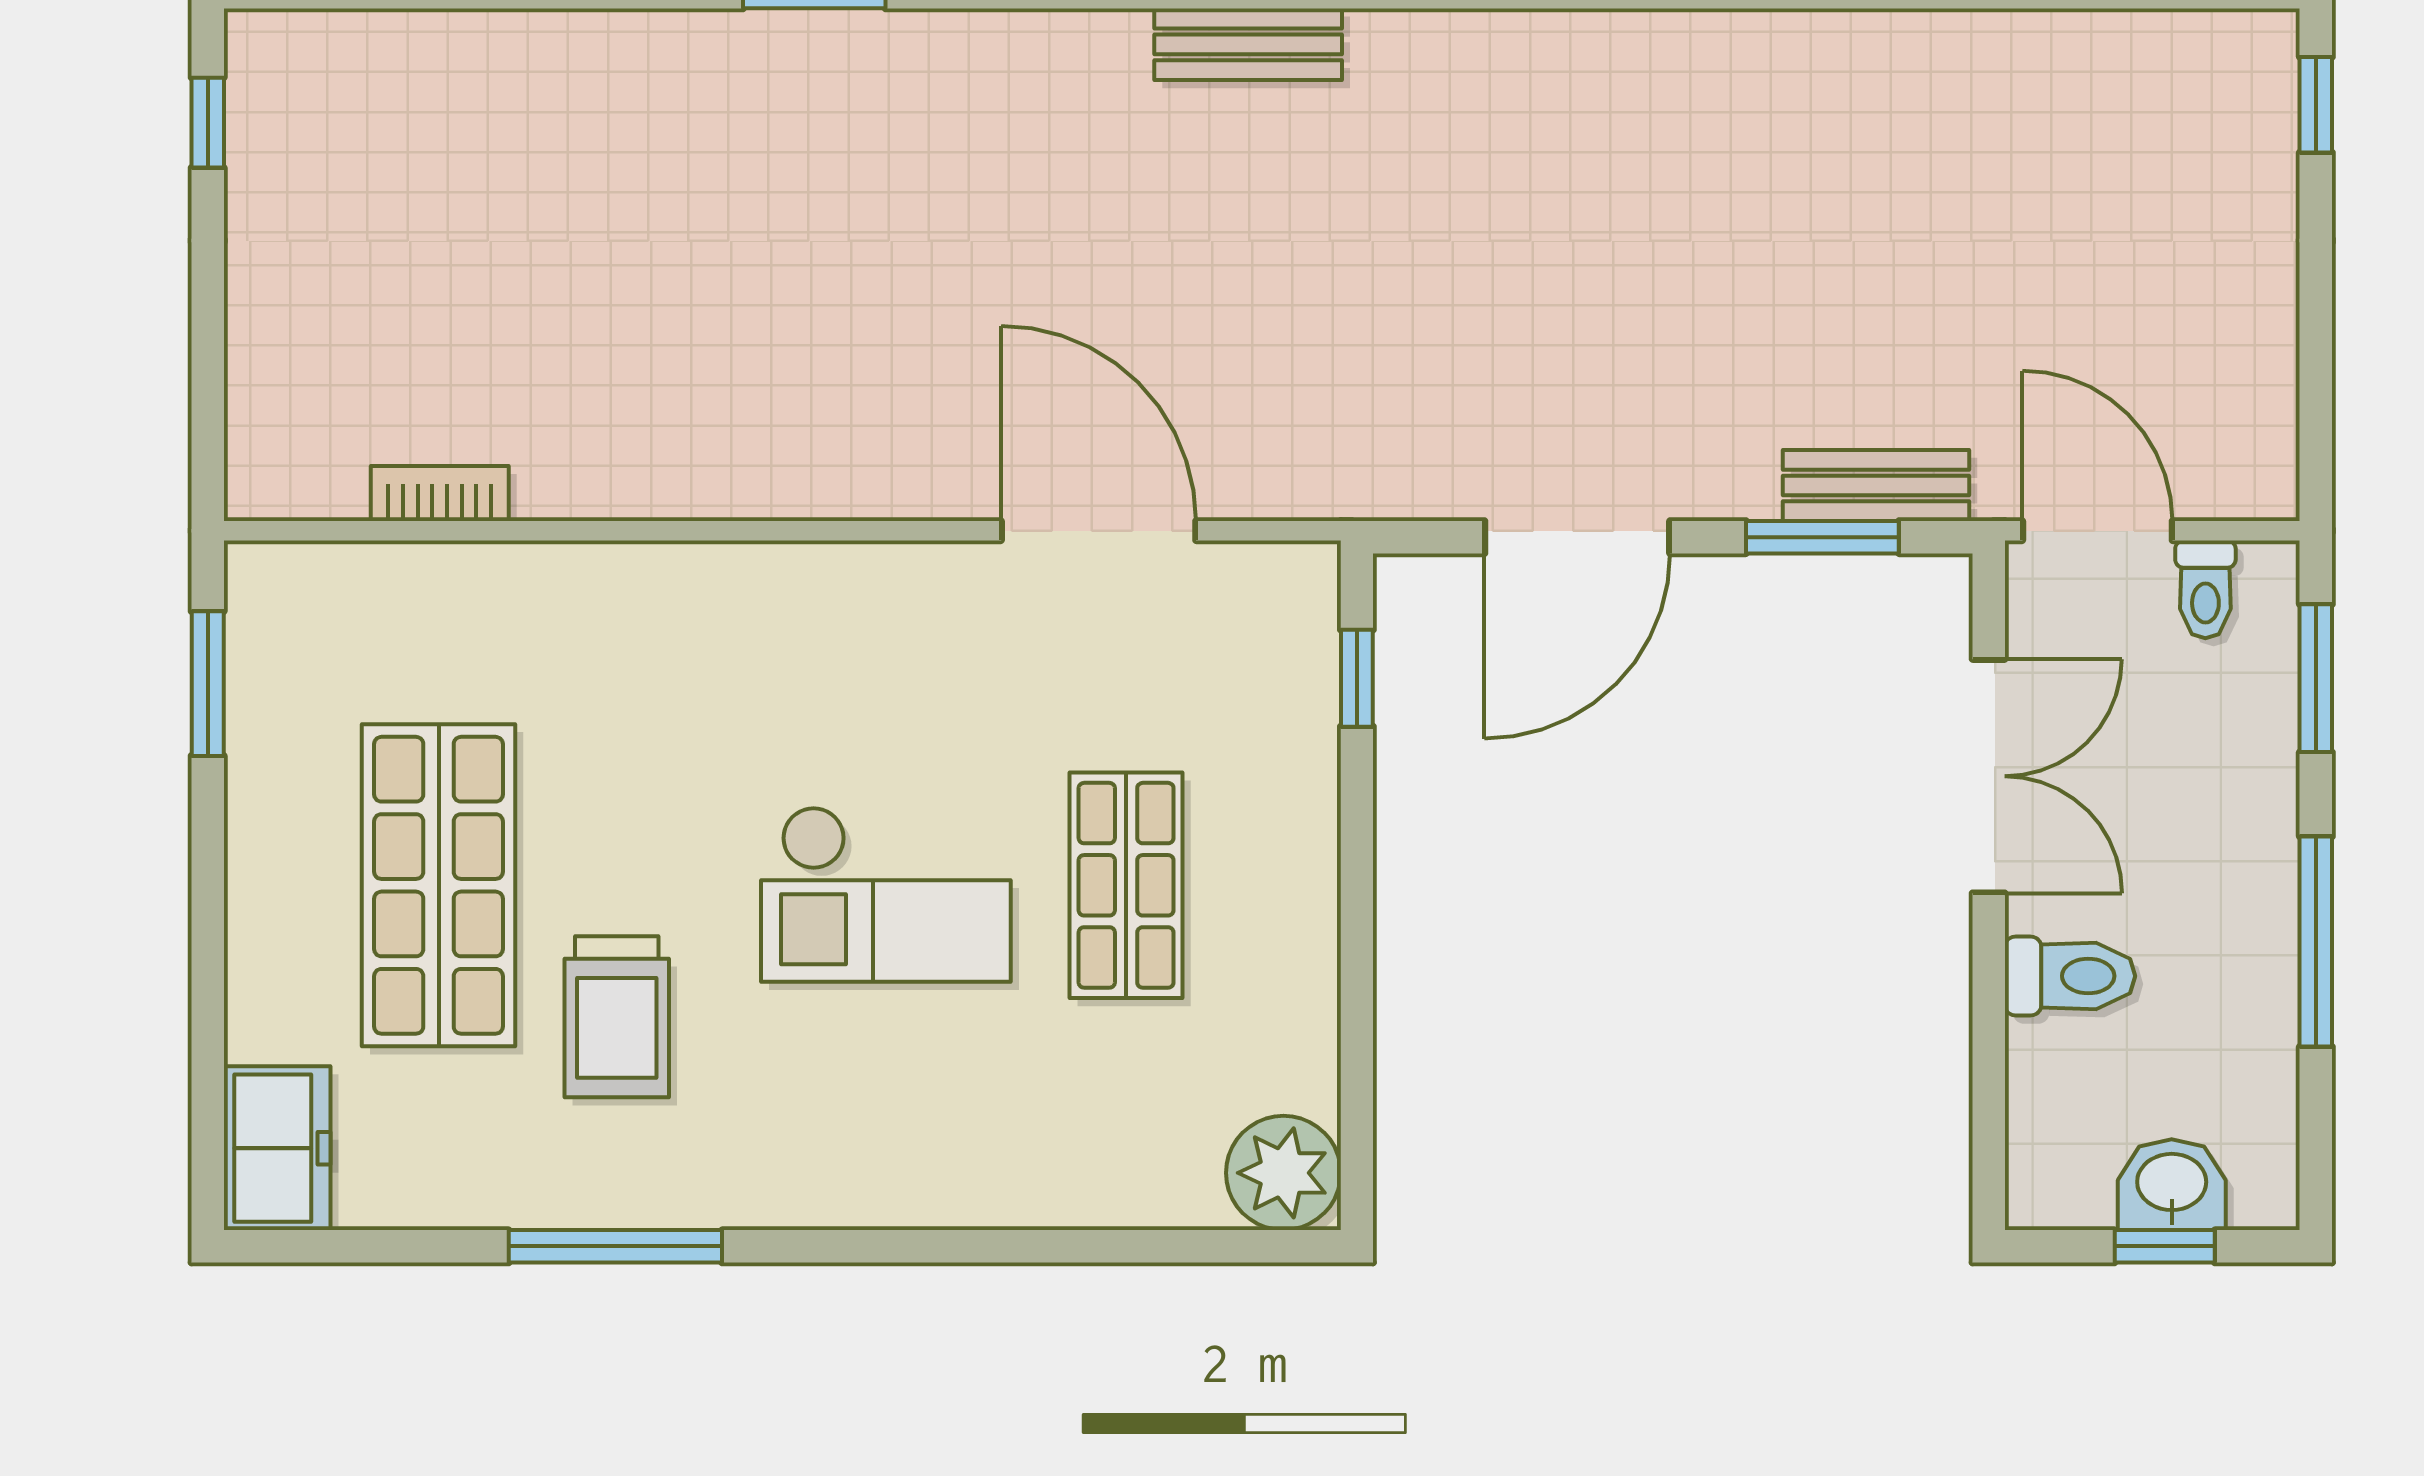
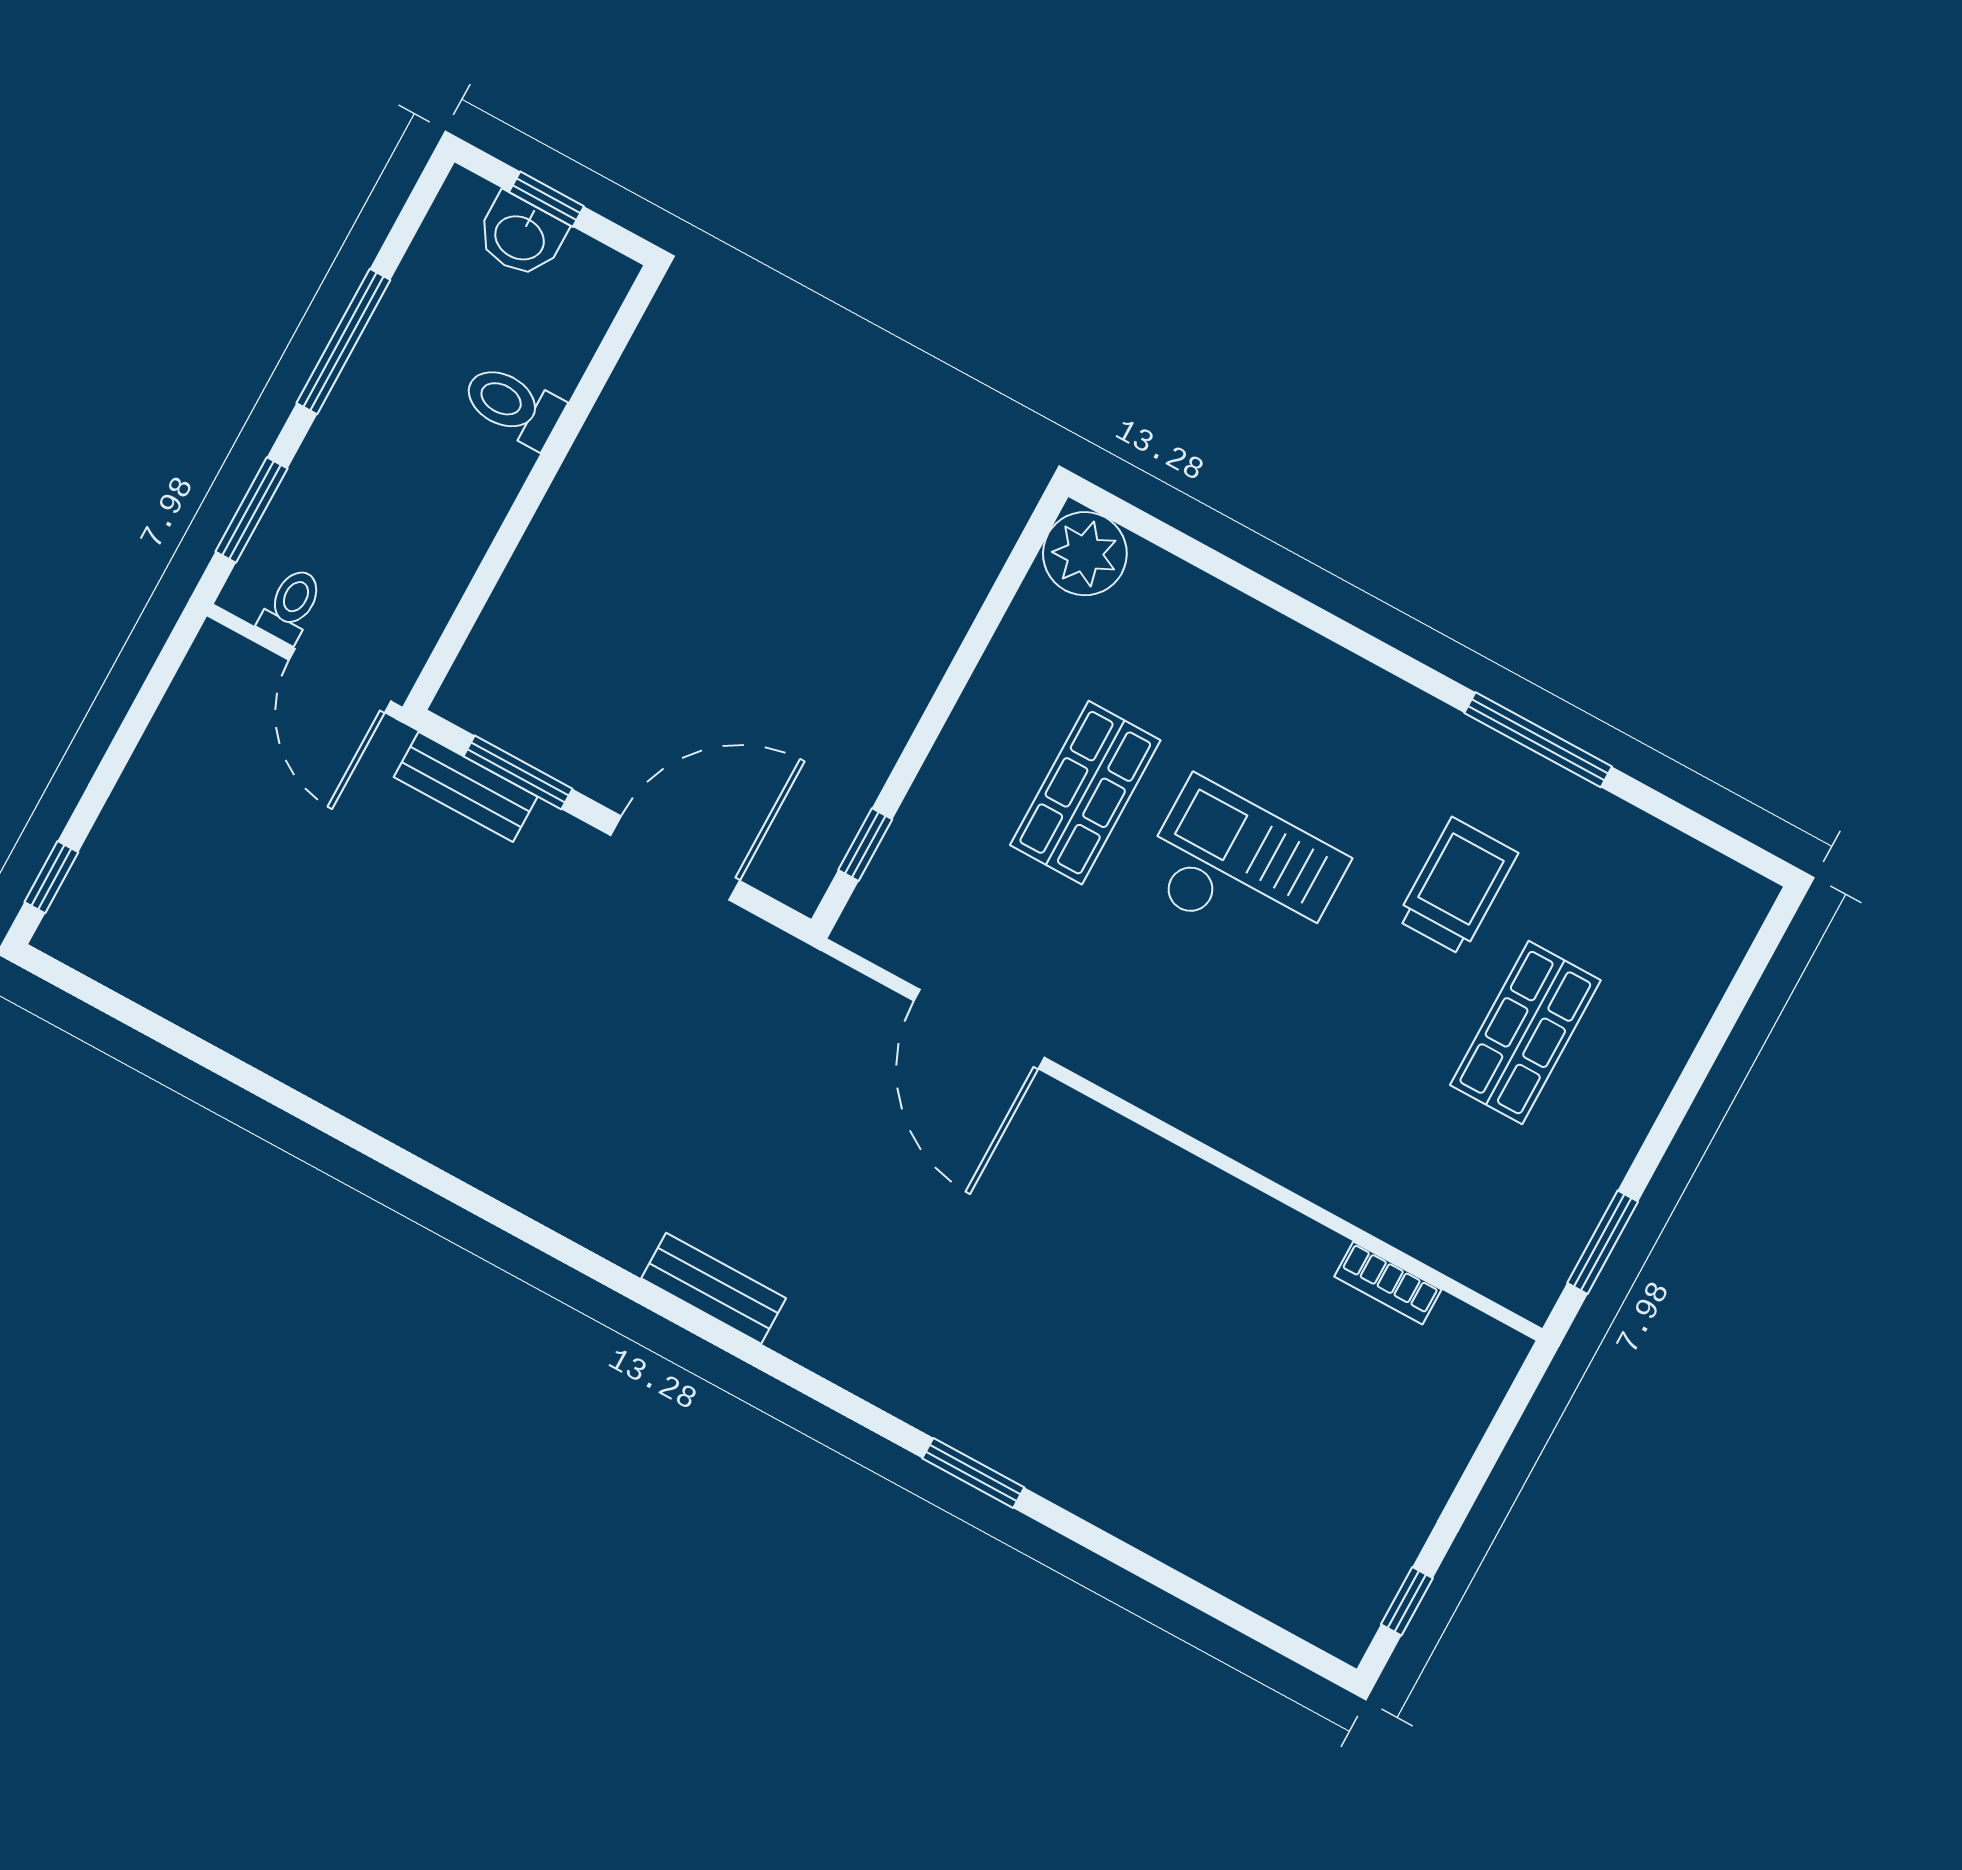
double door: (1989, 776) -> (495, 561), removed
shop shelf: (439, 885) -> (1525, 1033), width x0.70, depth x0.74
freezer: (277, 1148) -> (1720, 921), removed

